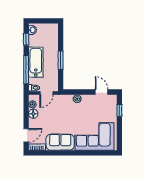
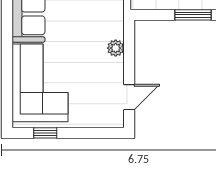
window: (119, 110) -> (45, 133), moved

